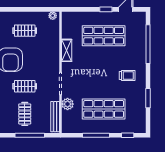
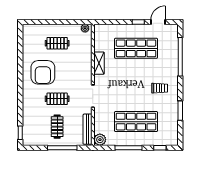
plant: (68, 104) -> (100, 140), moved

